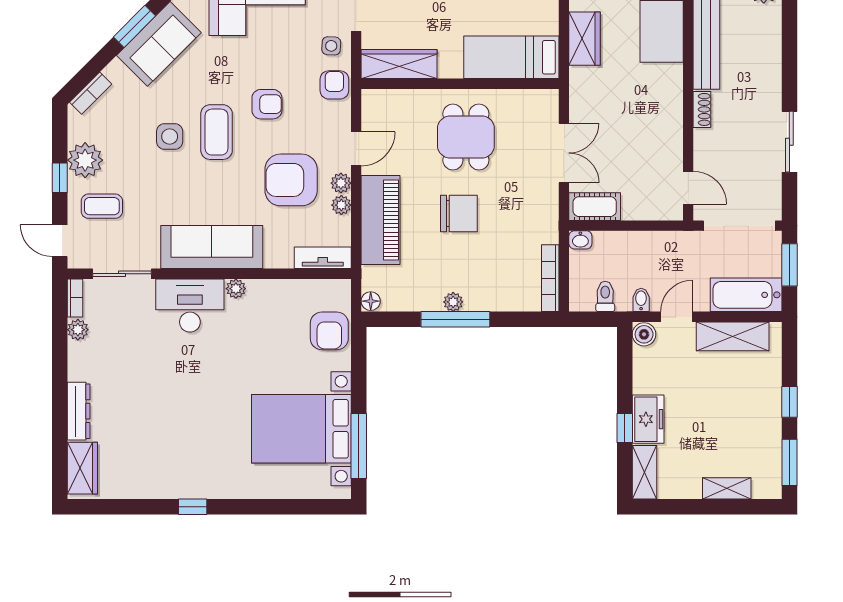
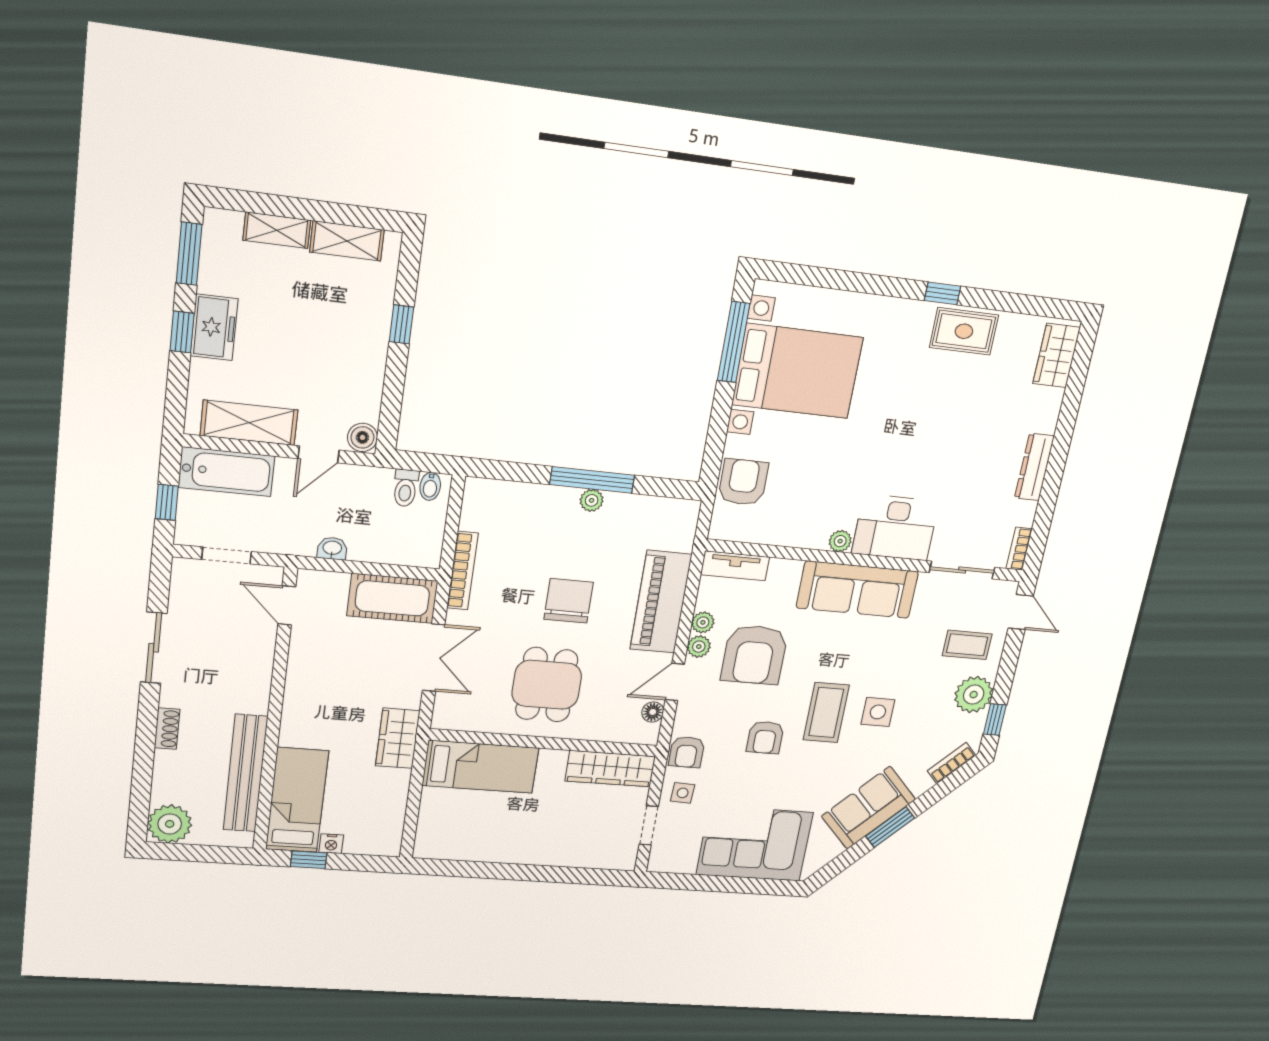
wardrobe: (585, 39) -> (398, 738), moved
armchair: (267, 104) -> (765, 737), turned -90
shoe rack: (702, 109) -> (167, 729), moved, turned 180
double door: (564, 153) -> (434, 658), swing flipped
window: (60, 178) -> (995, 720), moved
armchair: (291, 180) -> (754, 655), turned 90
cot: (595, 207) -> (392, 598), width x1.37, depth x1.34
chair: (459, 214) -> (569, 601), turned 90
doorway: (739, 226) -> (227, 555), width x0.53
washbasin: (580, 240) -> (332, 548), moved
window: (789, 265) -> (167, 502), width x0.67
bookcase: (550, 278) -> (462, 571), moved
bidet: (641, 300) -> (430, 486), moved
floor lamp: (371, 301) -> (653, 712), moved
plant: (78, 330) -> (1024, 513), removed
dresser: (79, 411) -> (1034, 467), moved
freezer: (648, 419) -> (214, 327), moved, turned 180
shelving: (644, 472) -> (347, 241), moved, turned 90
rug: (167, 478) -> (964, 331), added

